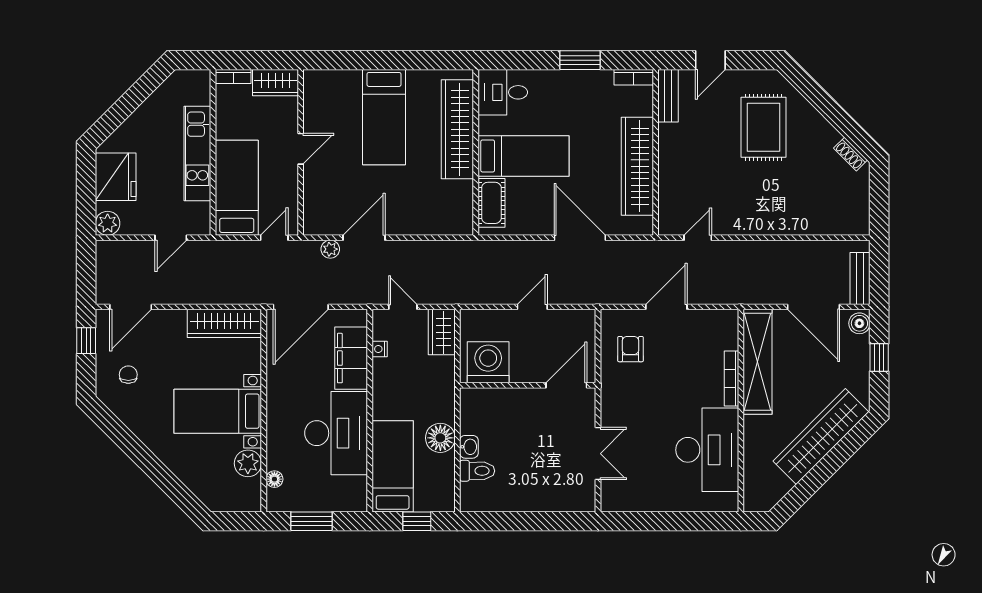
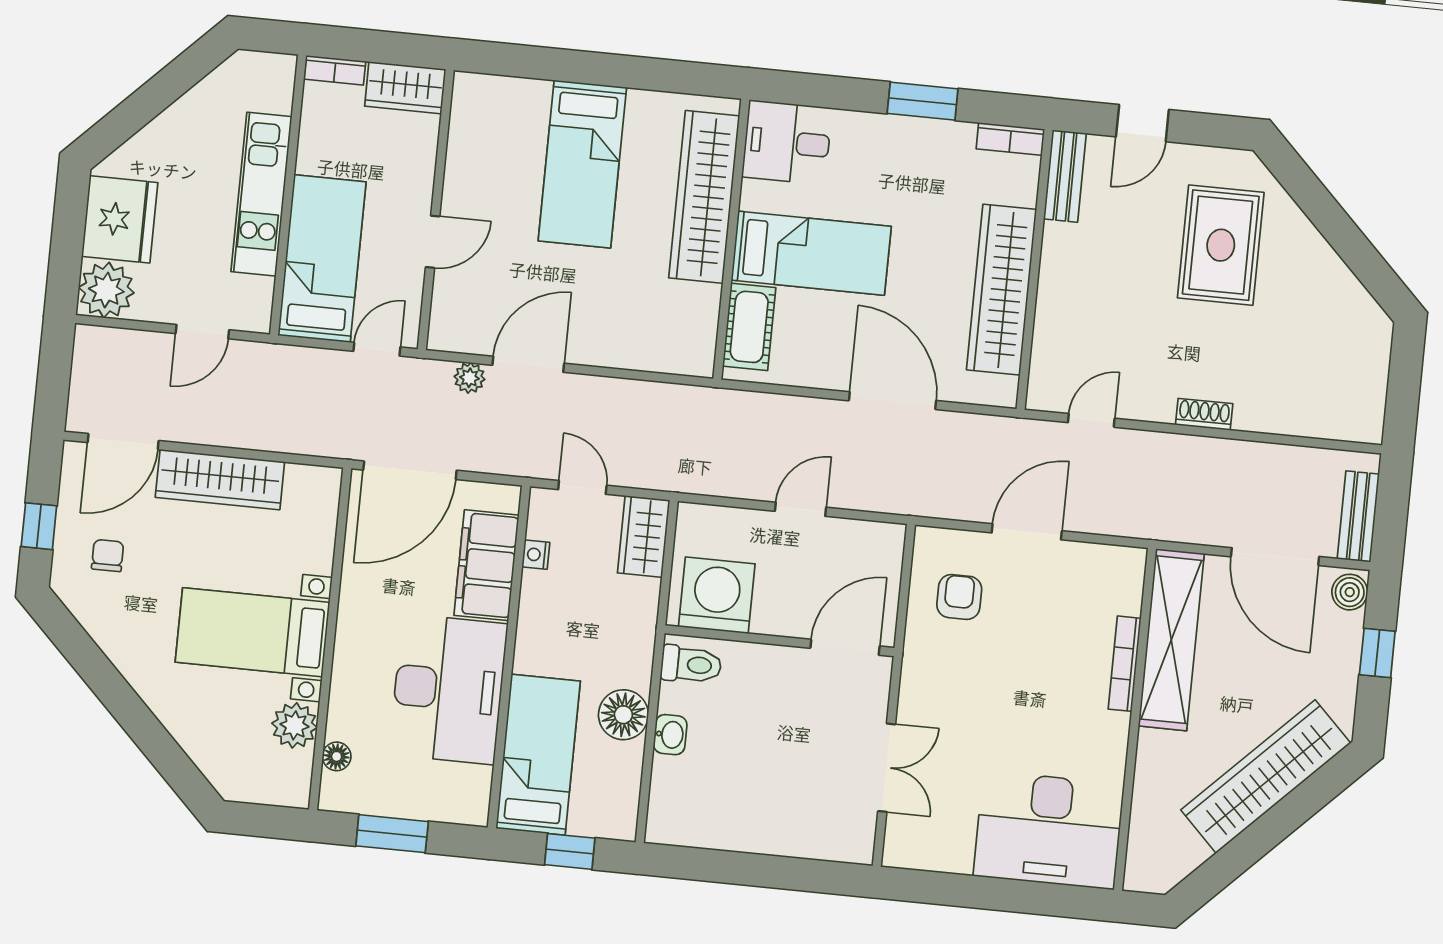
door: (301, 149) -> (433, 242), moved
shoe rack: (850, 154) -> (1204, 414), moved, turned 135
plant: (108, 223) -> (106, 290), width x1.36, depth x1.36
wardrobe: (224, 323) -> (220, 480), moved
window: (86, 341) -> (39, 526), moved
desk: (707, 450) -> (1049, 830), moved, turned 90
toilet: (477, 471) -> (691, 665), moved

